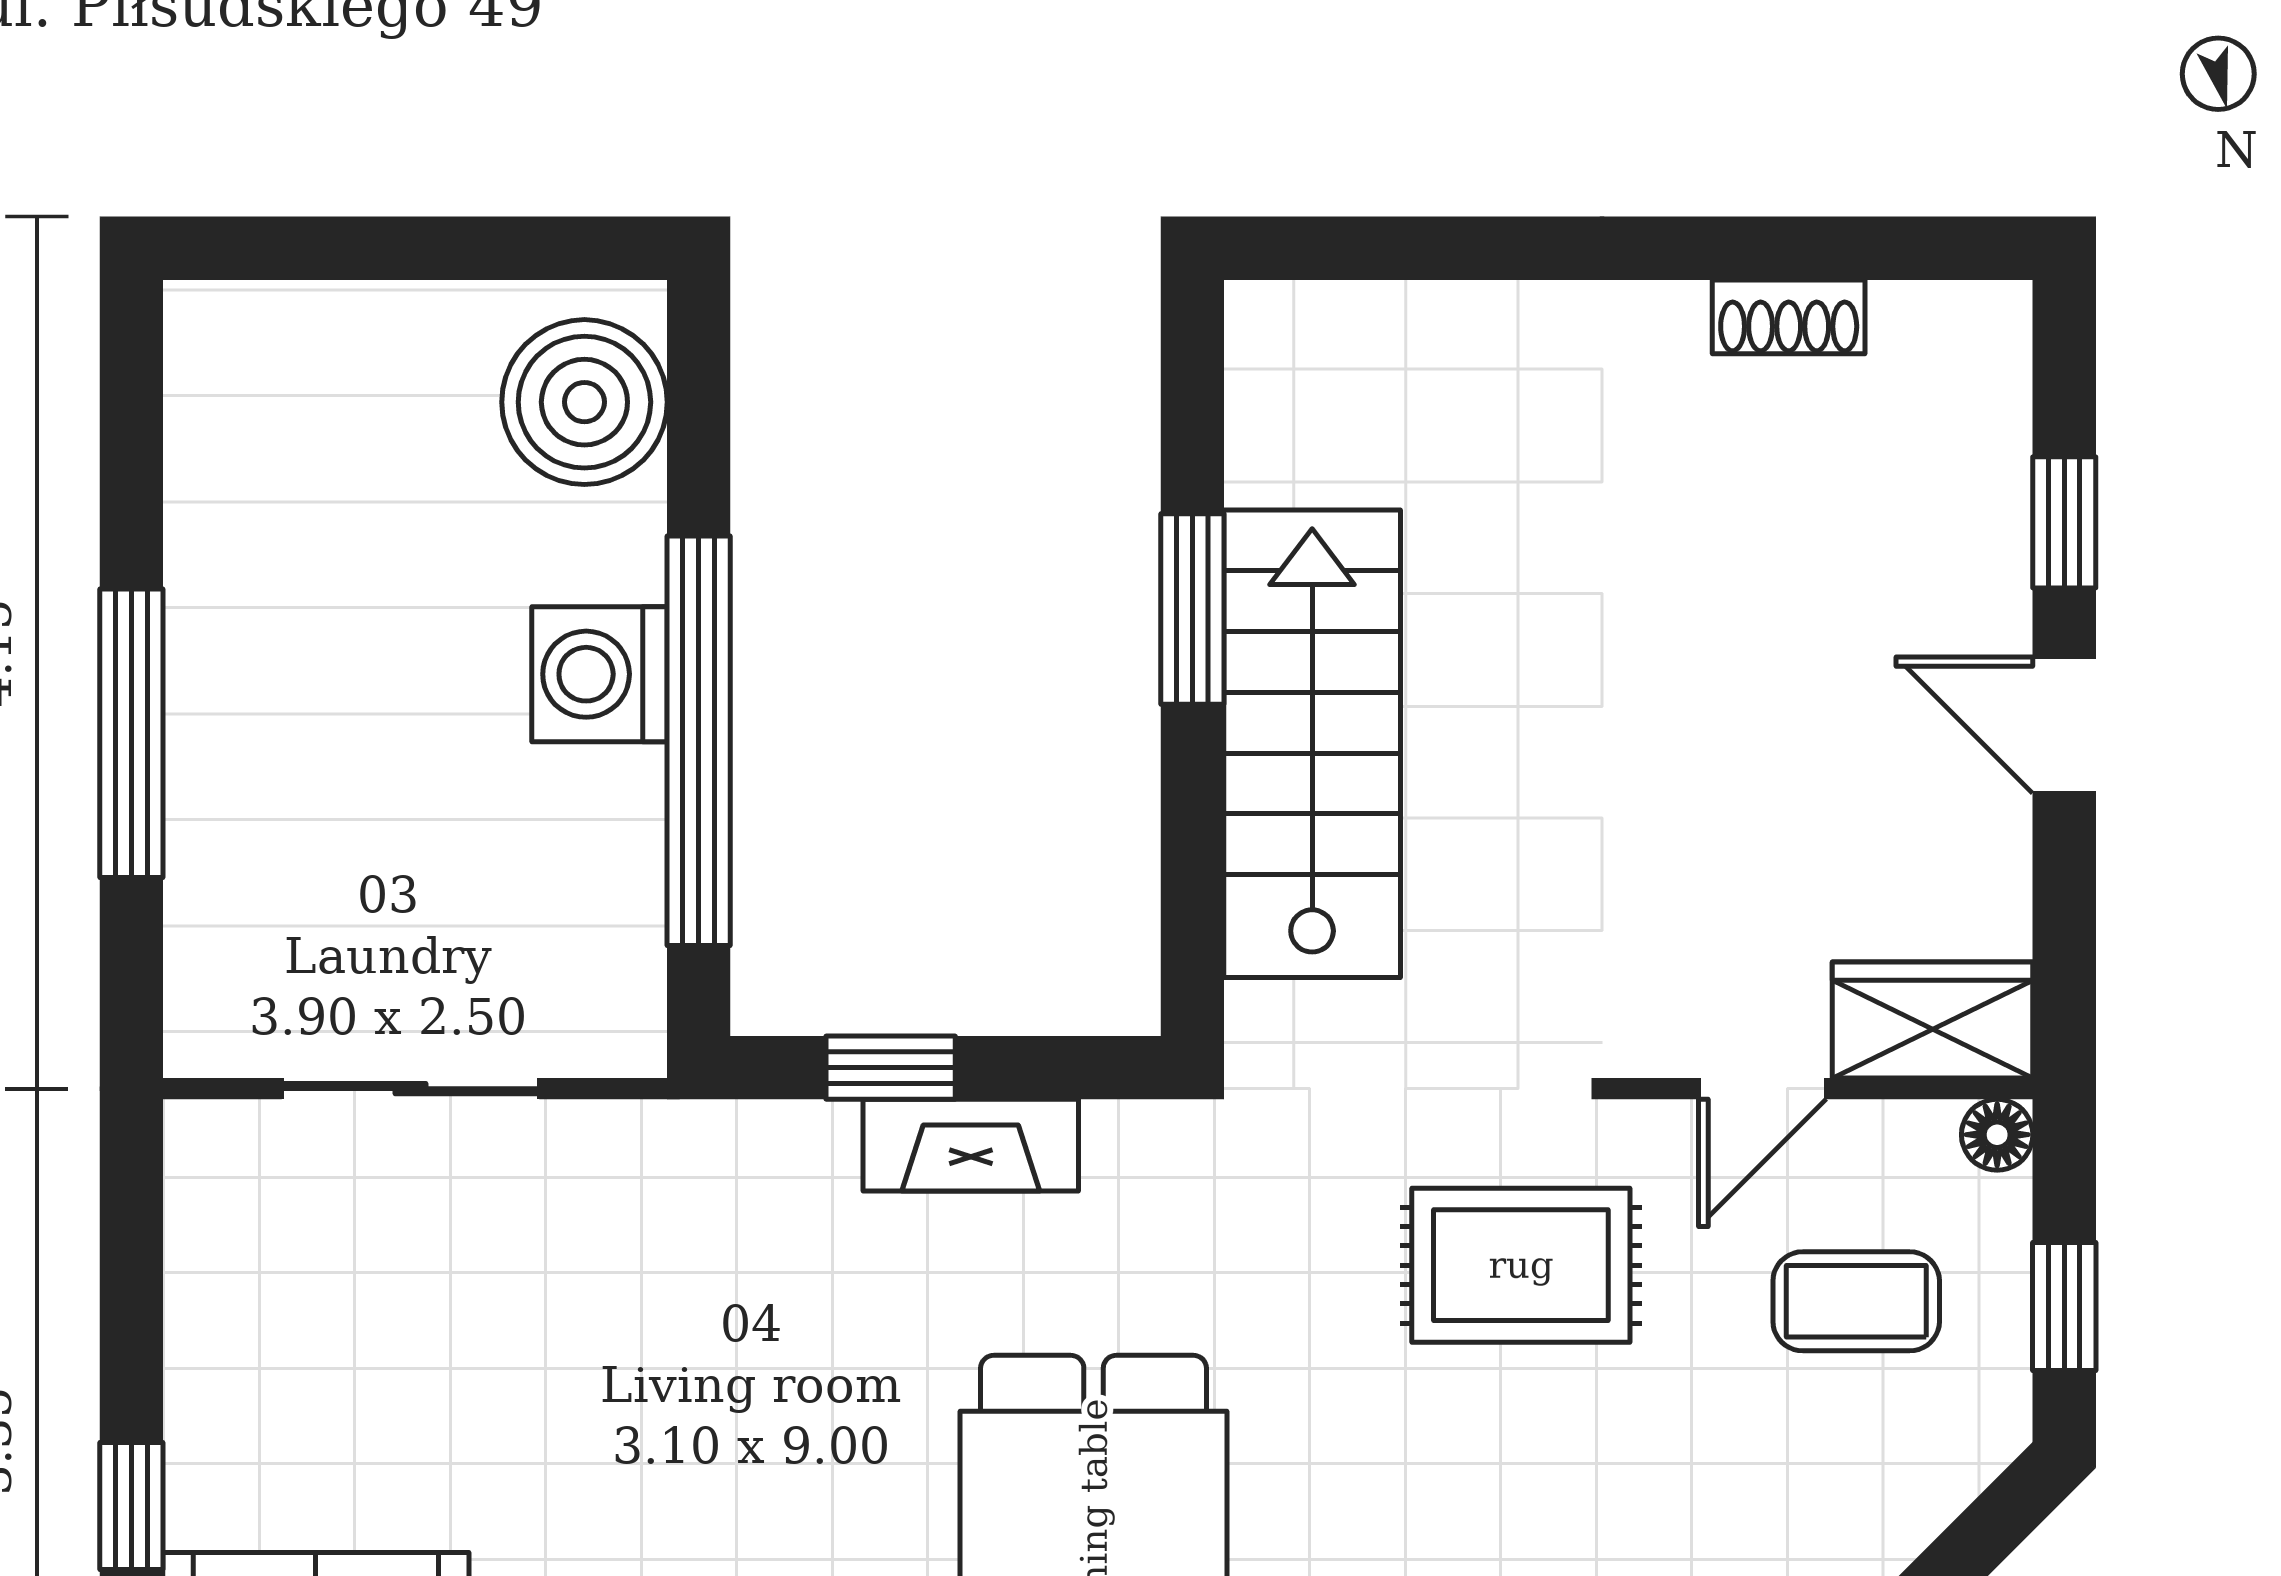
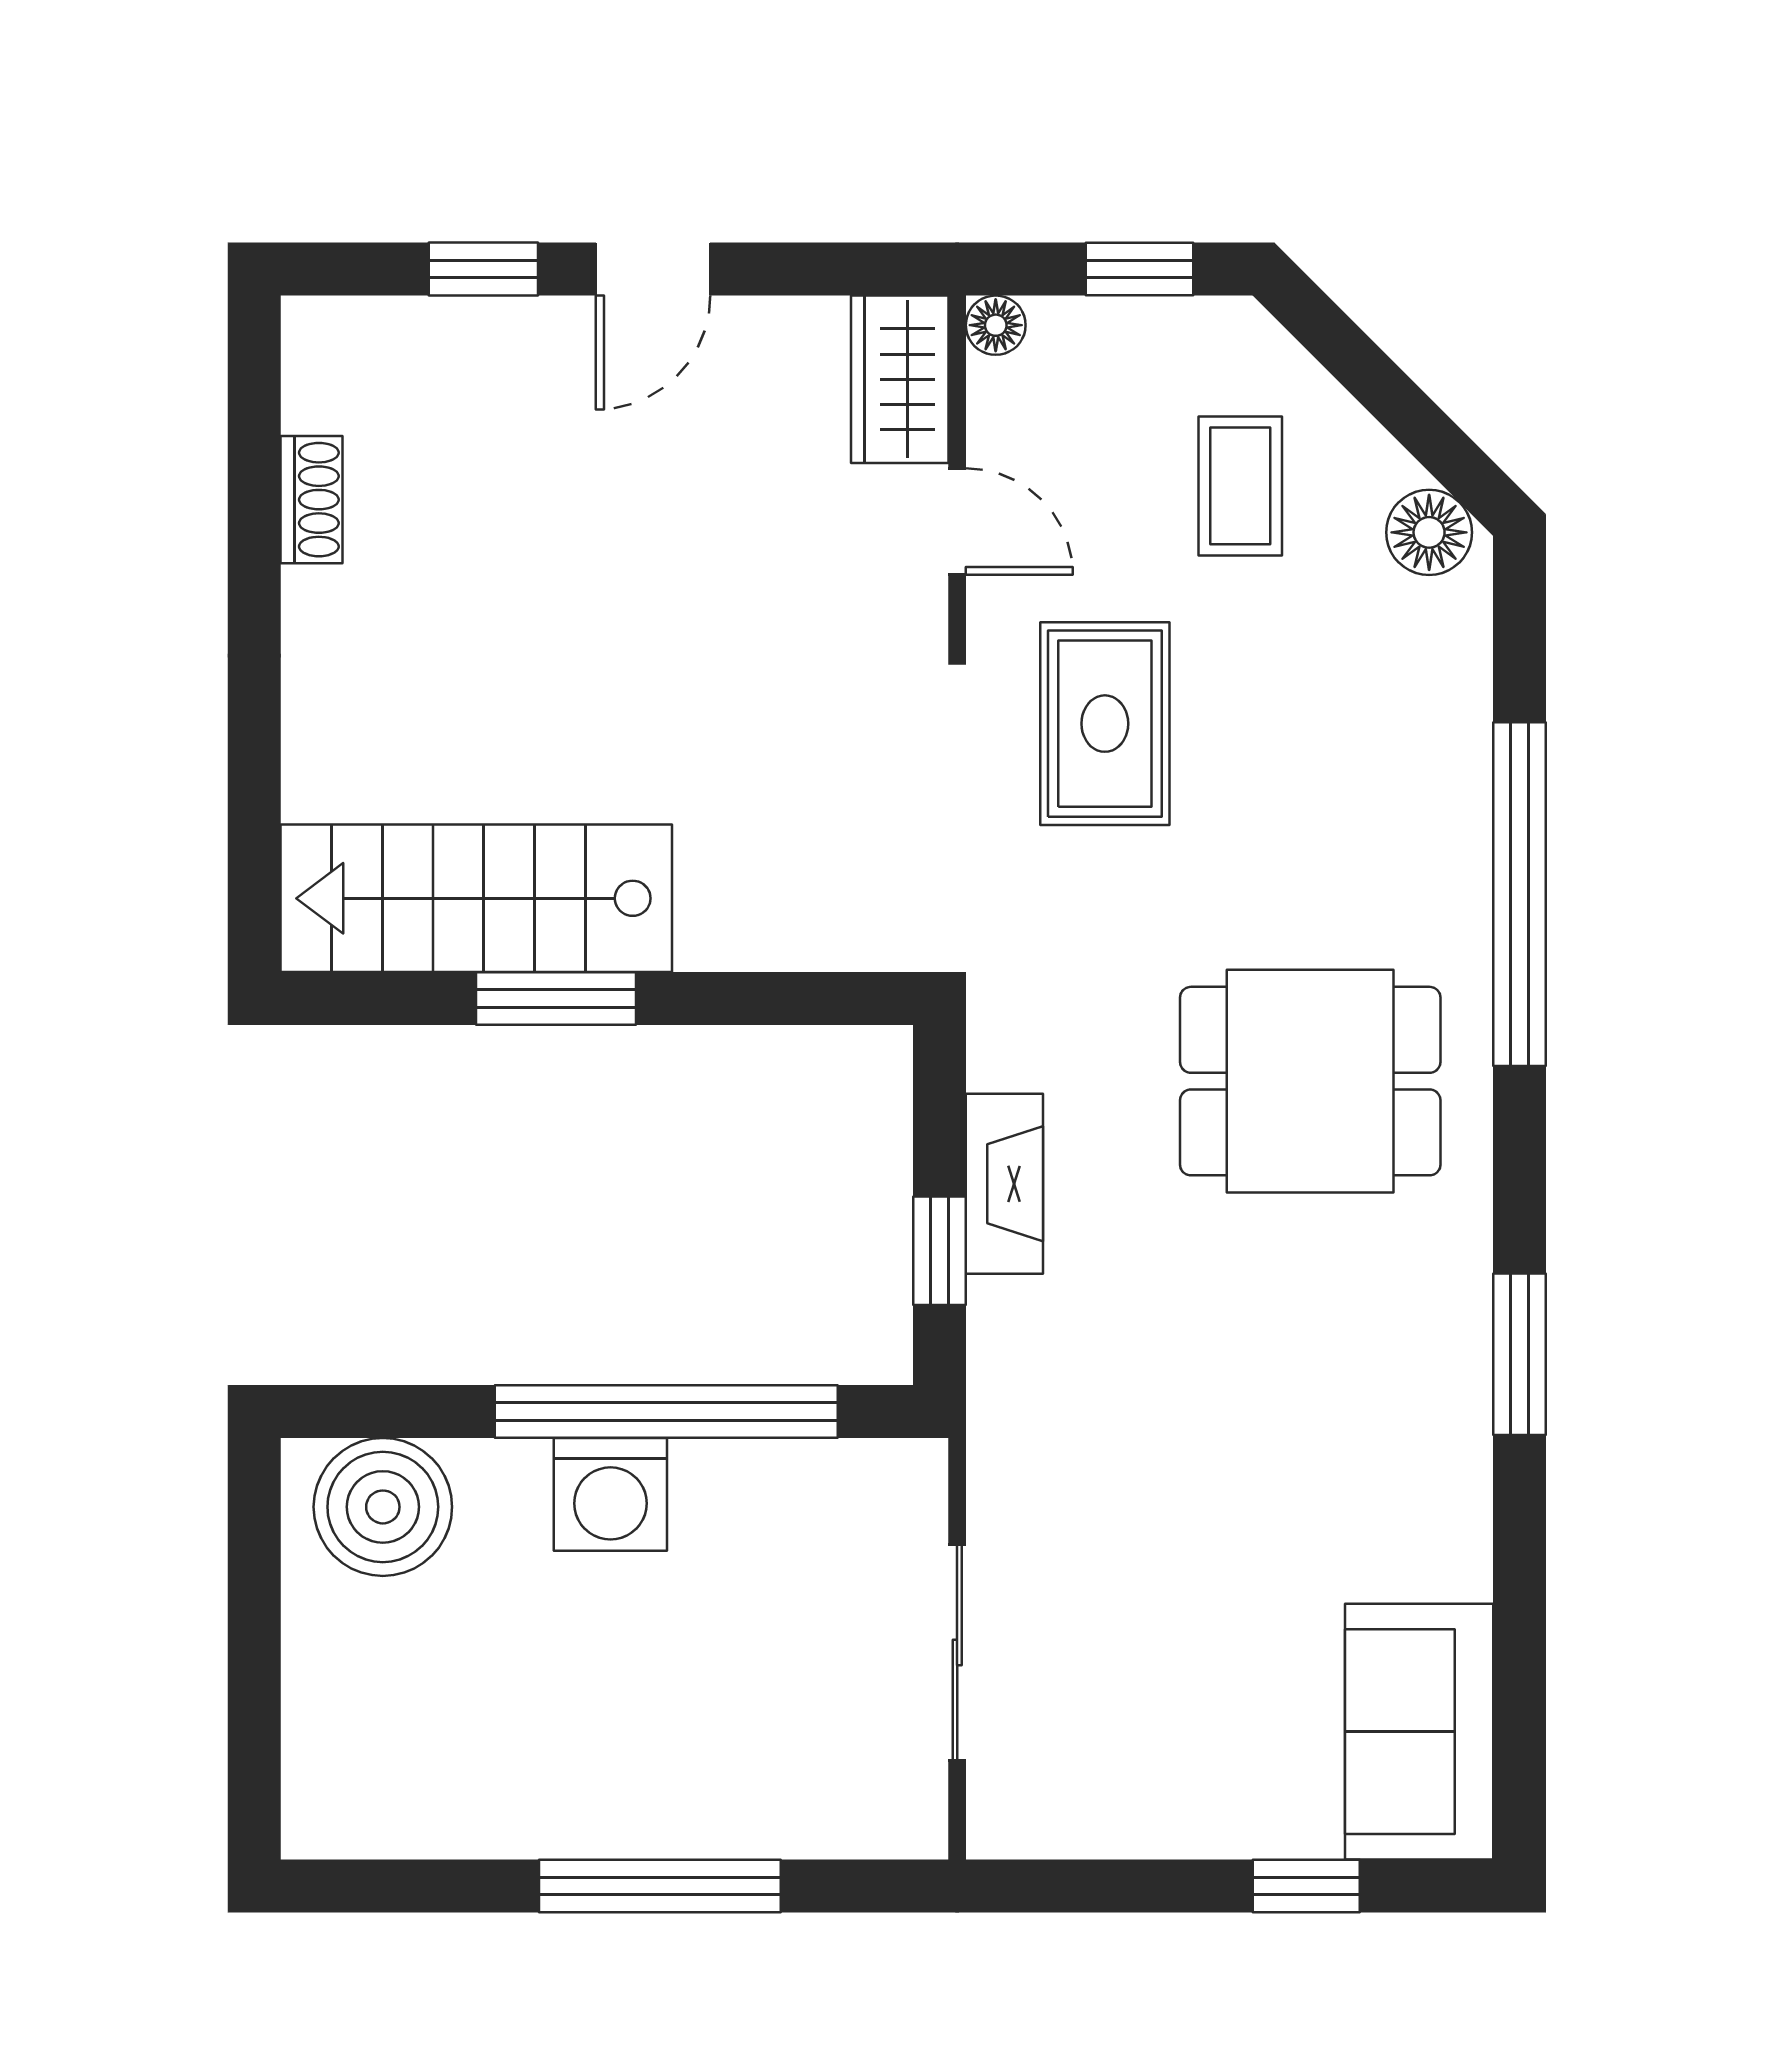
stairs: (1312, 744) -> (476, 898), moved
coffee table: (1856, 1301) -> (1240, 486), moved

